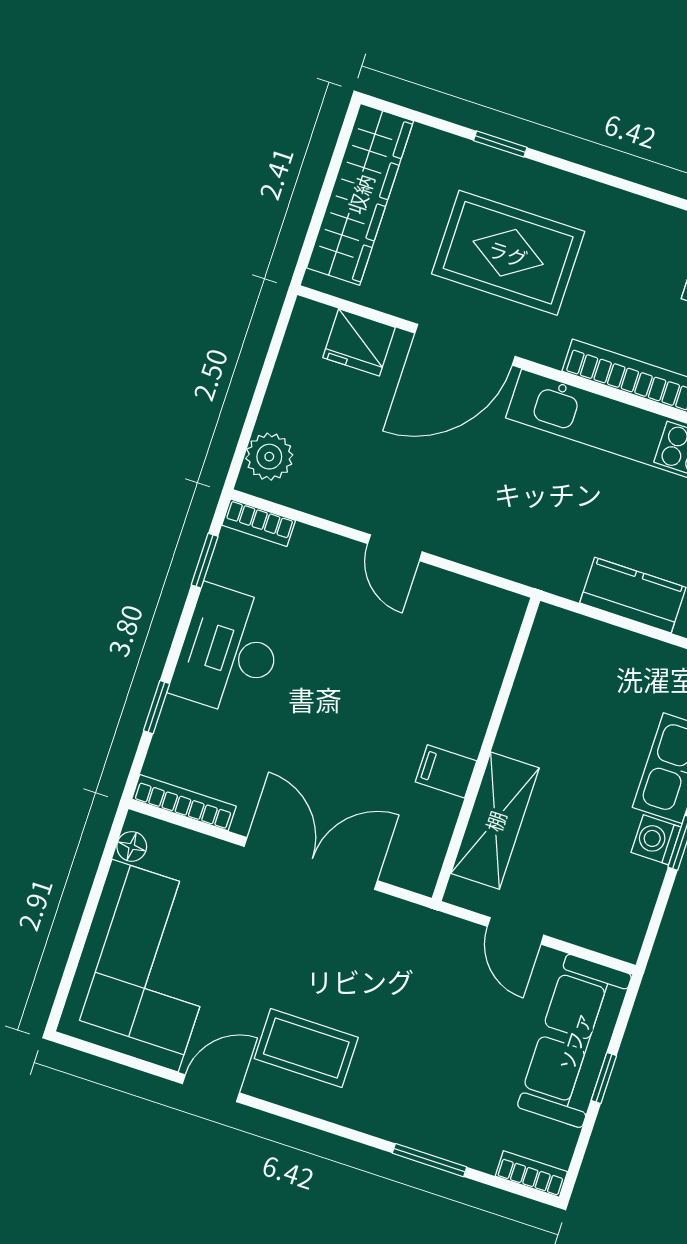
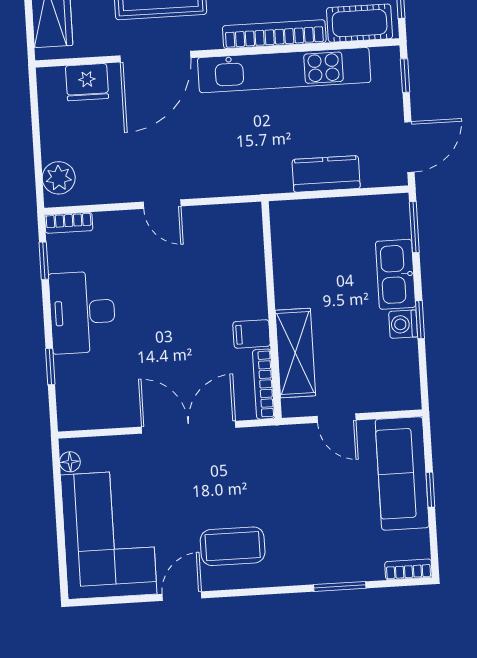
bookcase: (184, 803) -> (264, 384), moved, turned -90

